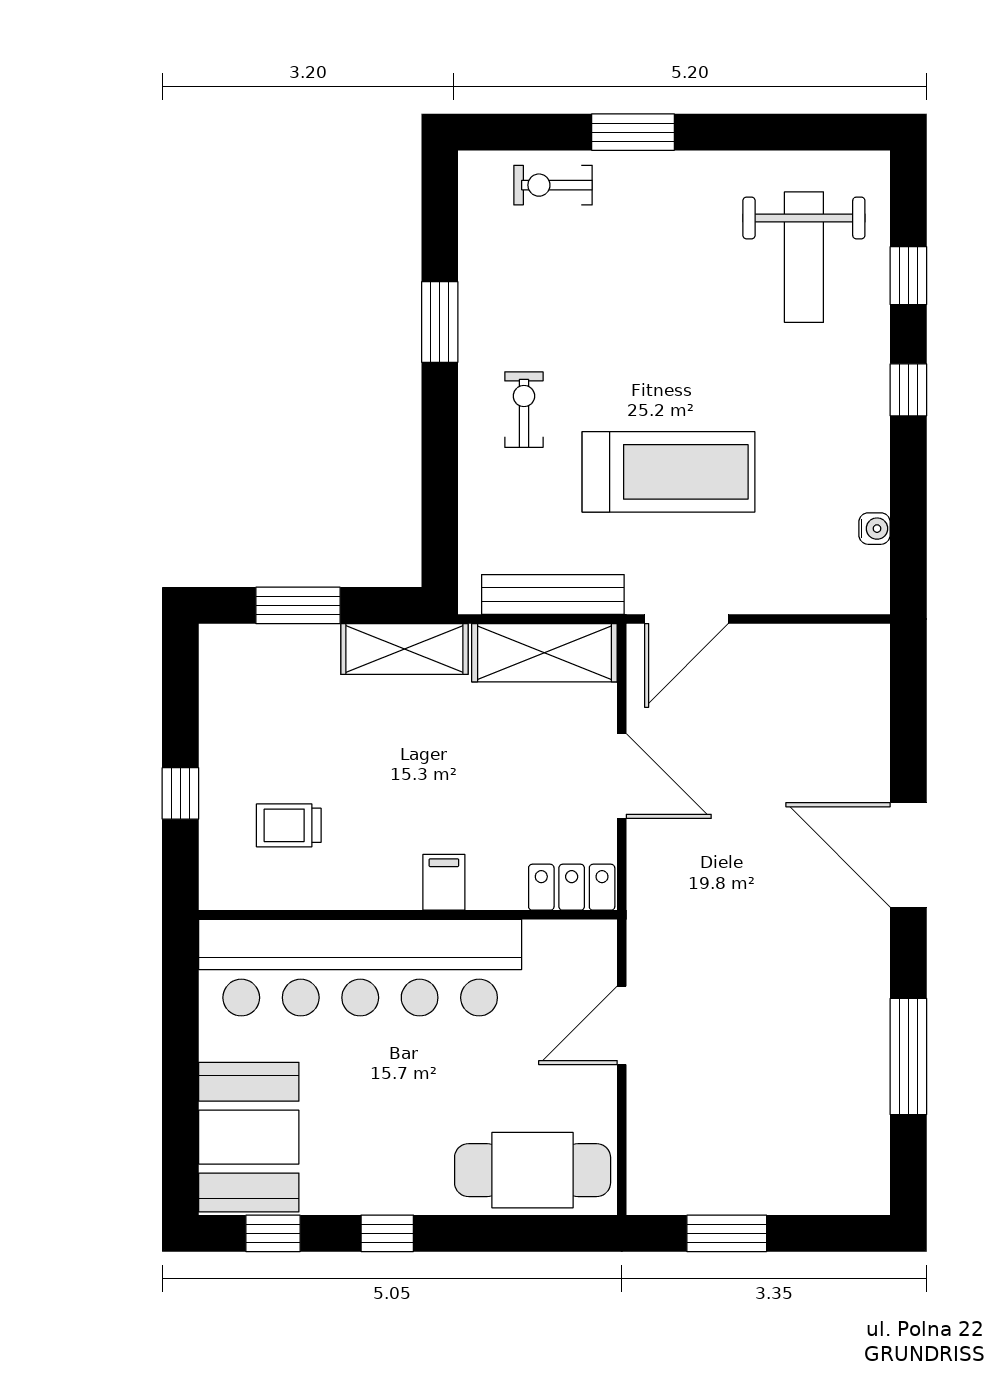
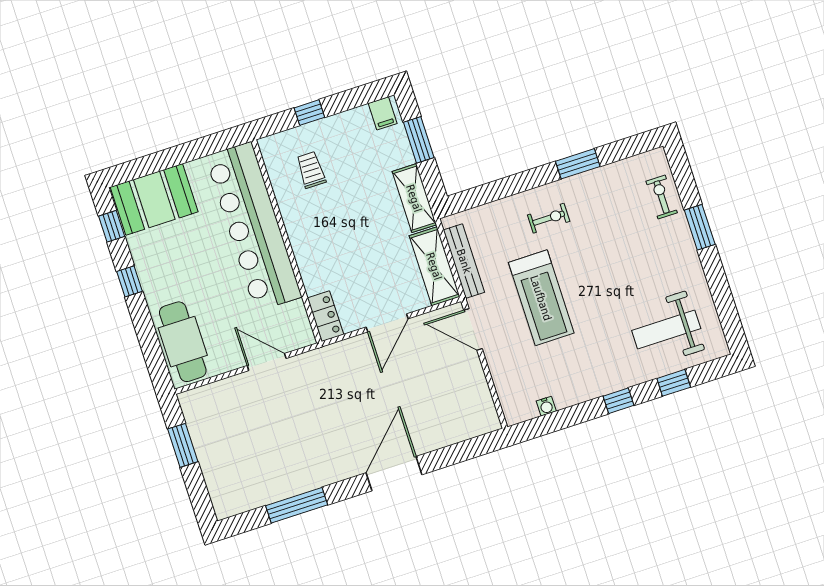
filing cabinet: (444, 882) -> (383, 113), moved, turned 90

